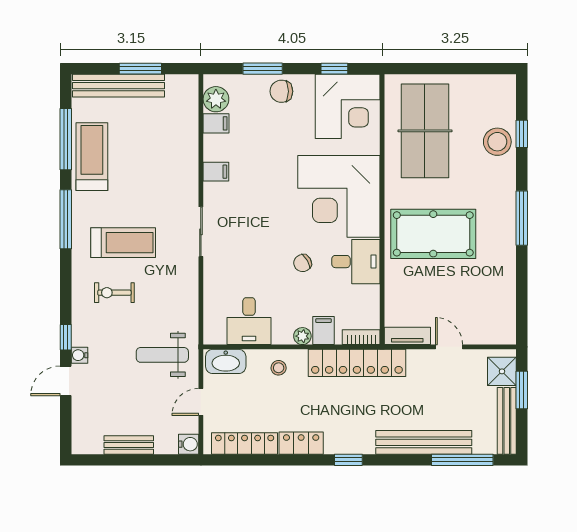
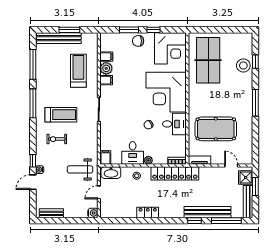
window: (334, 69) -> (154, 30), moved
plant: (216, 99) -> (106, 68), moved
treadmill: (92, 157) -> (78, 71), moved
pool table: (433, 234) -> (216, 129), moved
desk: (249, 321) -> (133, 153), moved
filing cabinet: (323, 330) -> (106, 158), moved
door: (449, 347) -> (231, 166), moved
locker: (245, 443) -> (120, 213), removed
bench: (129, 445) -> (51, 213), moved
window: (348, 460) -> (194, 221), moved

